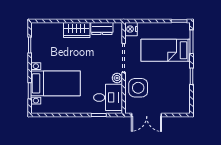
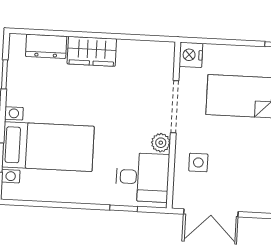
dresser: (102, 29) -> (46, 46), moved
side table: (138, 88) -> (198, 163), width x0.54, depth x0.54

